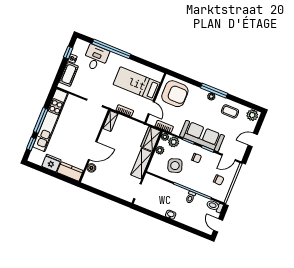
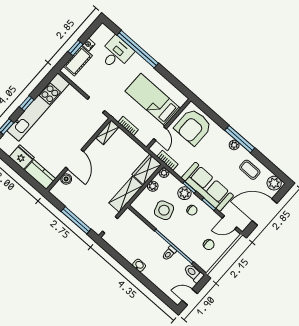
window: (68, 53) -> (75, 48), moved
armchair: (175, 94) -> (193, 127), turned 90
window: (41, 120) -> (27, 103), width x0.46
door: (253, 140) -> (265, 212), width x1.87
plant: (174, 142) -> (184, 193), moved
door: (93, 151) -> (75, 159), hinge flipped
window: (110, 197) -> (76, 220), added
door: (218, 225) -> (190, 297), hinge flipped

